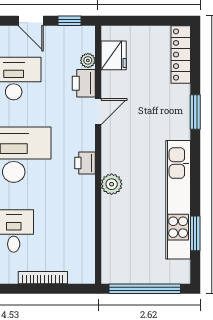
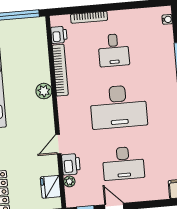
printer: (85, 163) -> (59, 35), moved
bookcase: (87, 210) -> (60, 70), added

